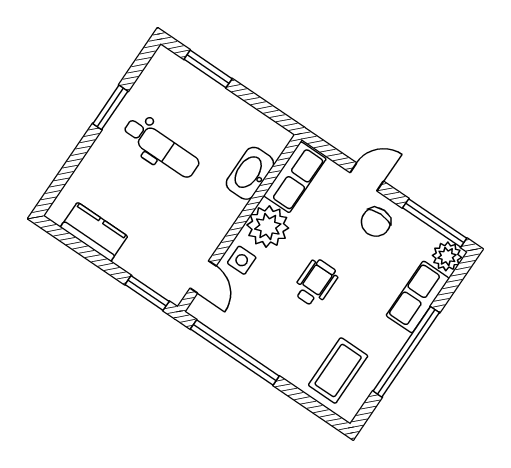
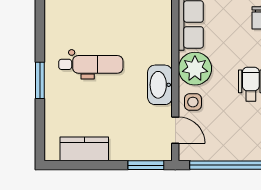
window: (110, 107) -> (40, 80), moved
washbasin: (250, 173) -> (160, 85), moved

